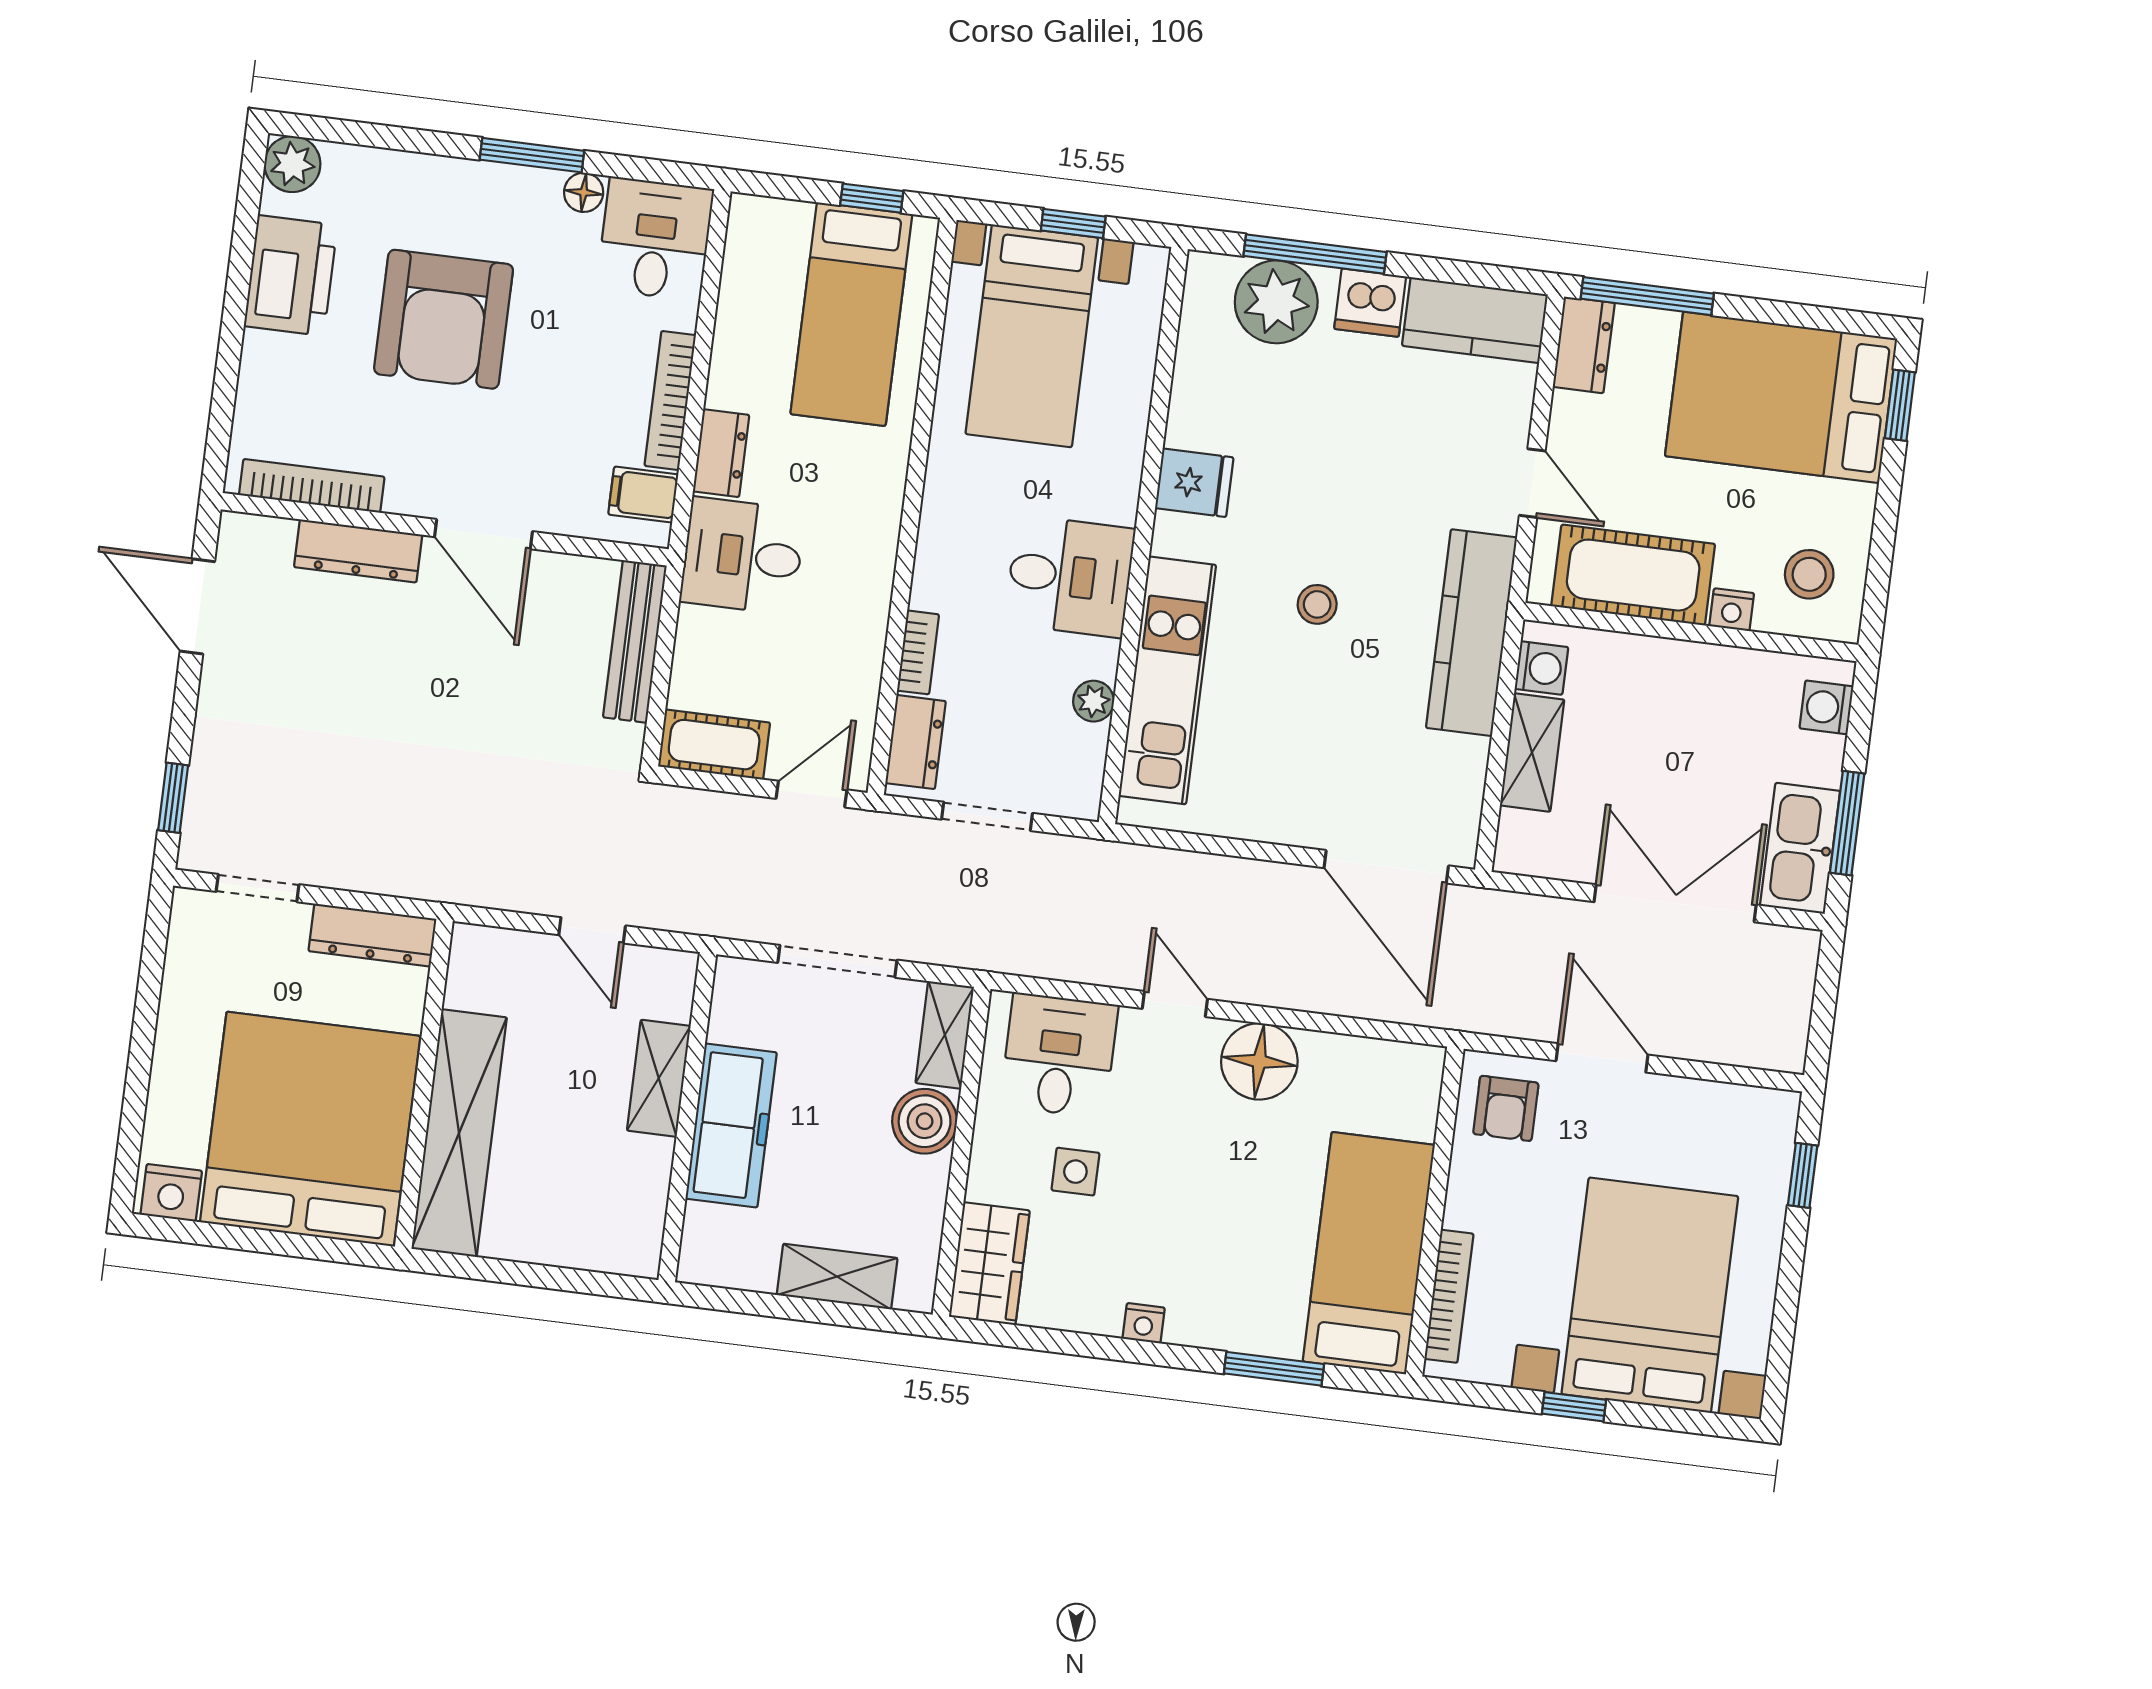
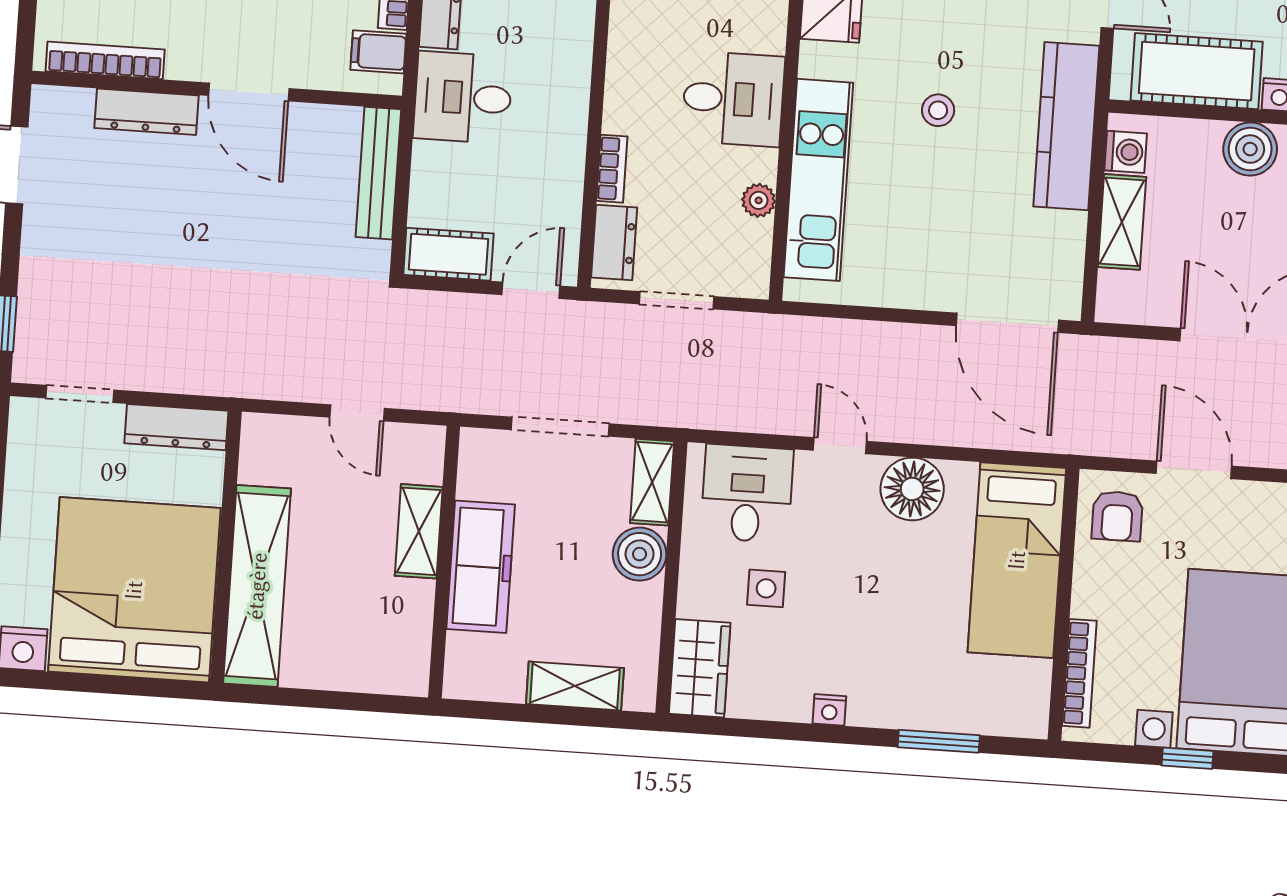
boiler: (1692, 673) -> (1250, 149), added
bed: (1369, 1253) -> (1017, 560), moved, turned 180

